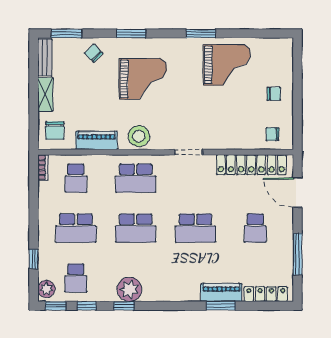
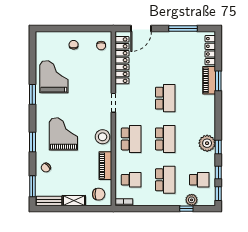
school desk: (255, 228) -> (165, 57), removed
plant: (46, 289) -> (192, 200), moved

